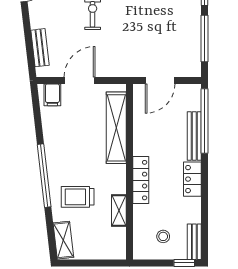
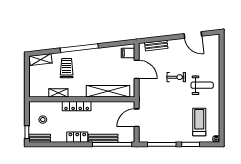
door: (160, 80) -> (137, 118), hinge flipped

